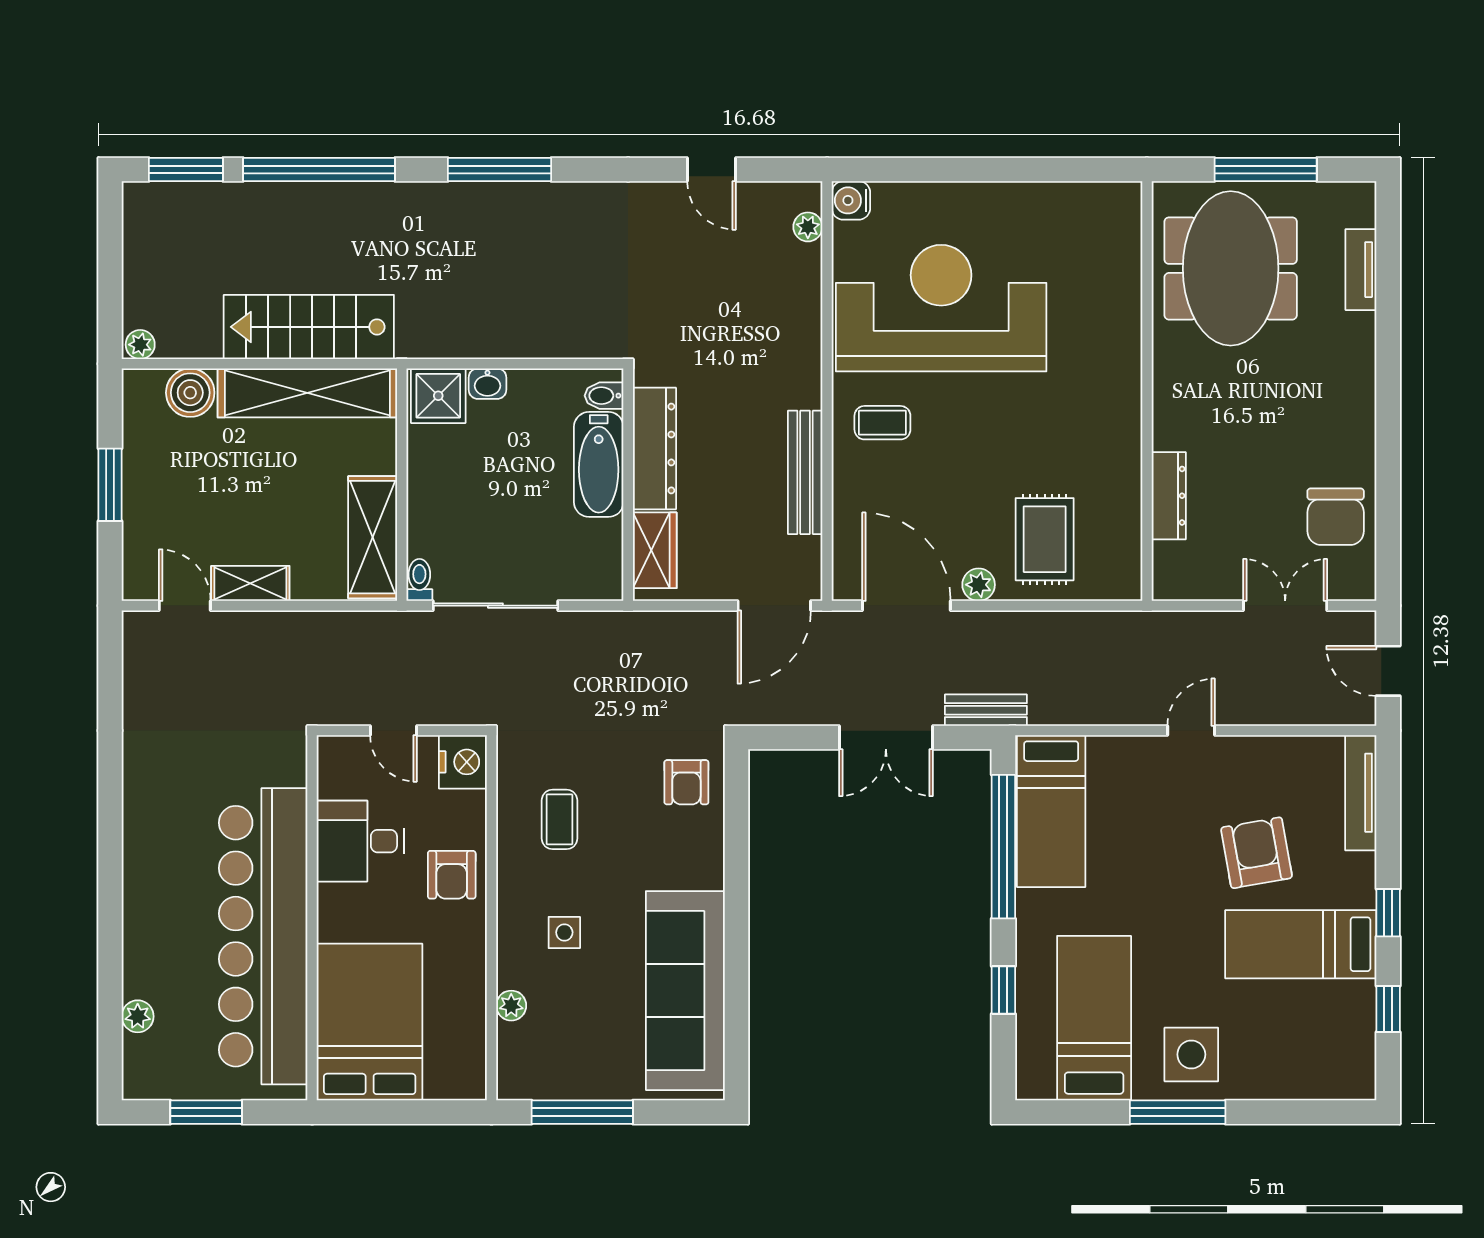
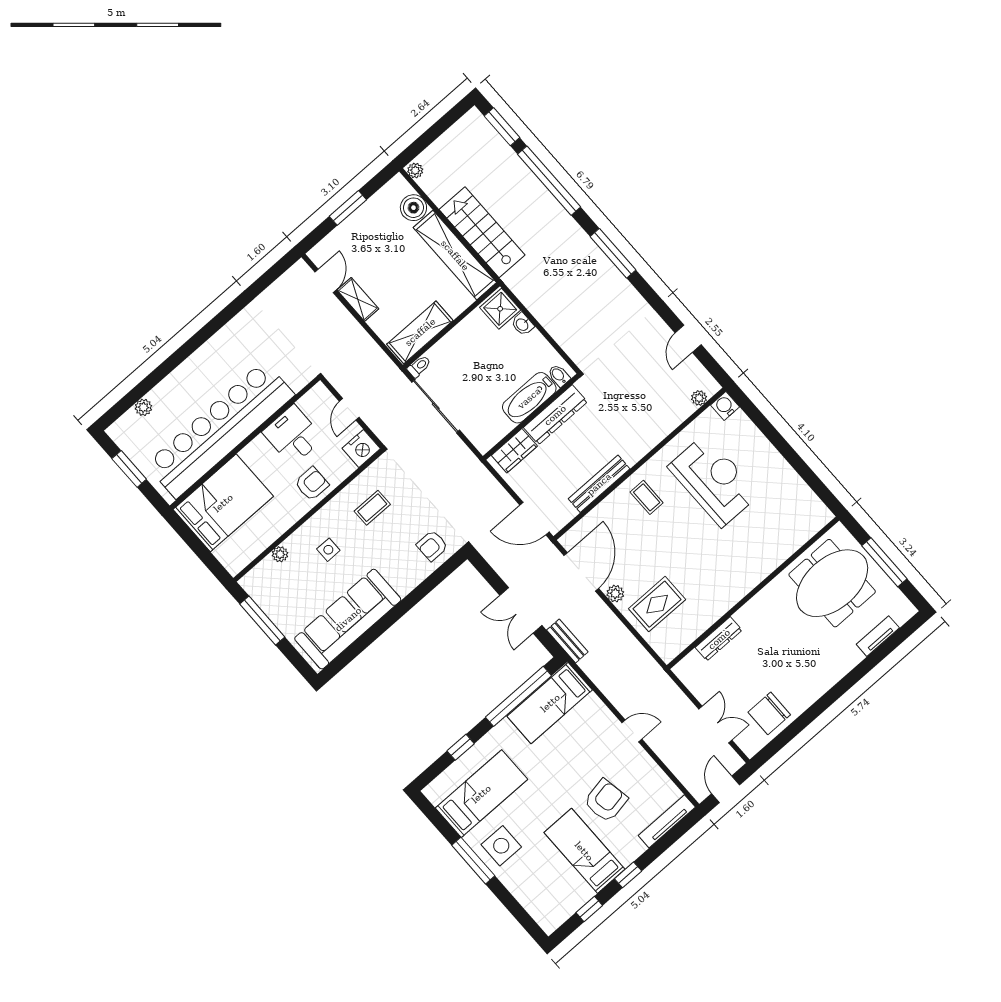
reception desk: (941, 308) -> (714, 480), width x0.74, depth x0.77
armchair: (452, 875) -> (312, 484), turned 180

